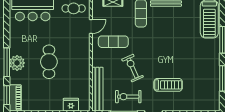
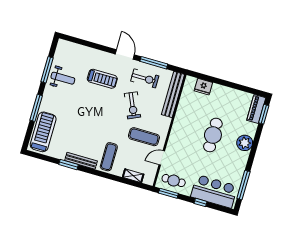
window: (7, 62) -> (243, 185), moved
weight bench: (205, 75) -> (63, 78), added
treadmill: (168, 85) -> (102, 79), turned 180

